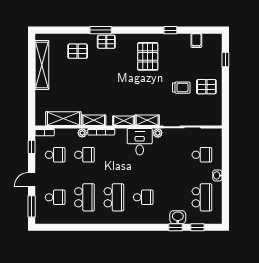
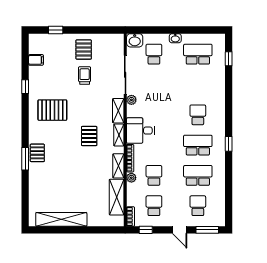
pallet: (78, 51) -> (89, 136), moved
desk: (140, 142) -> (140, 131), moved
washbasin: (178, 217) -> (135, 40), moved, turned -90
window: (175, 227) -> (229, 144), moved

